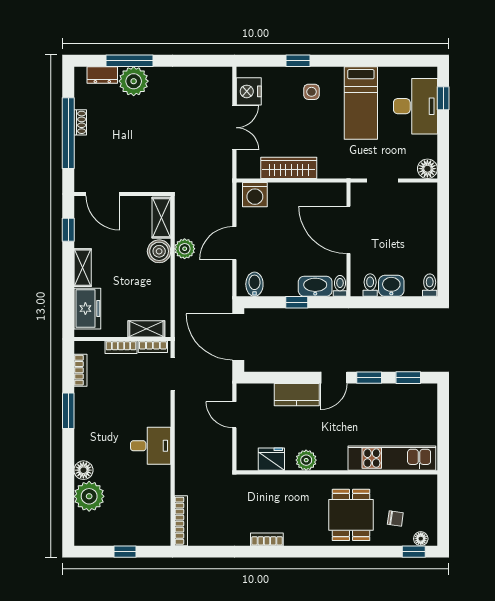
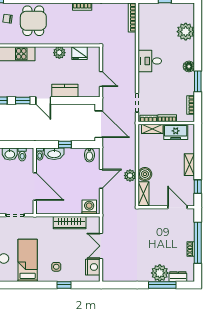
freezer: (87, 309) -> (176, 132), moved, turned -90
door: (334, 378) -> (43, 101), swing flipped
floor lamp: (83, 470) -> (189, 66), moved

